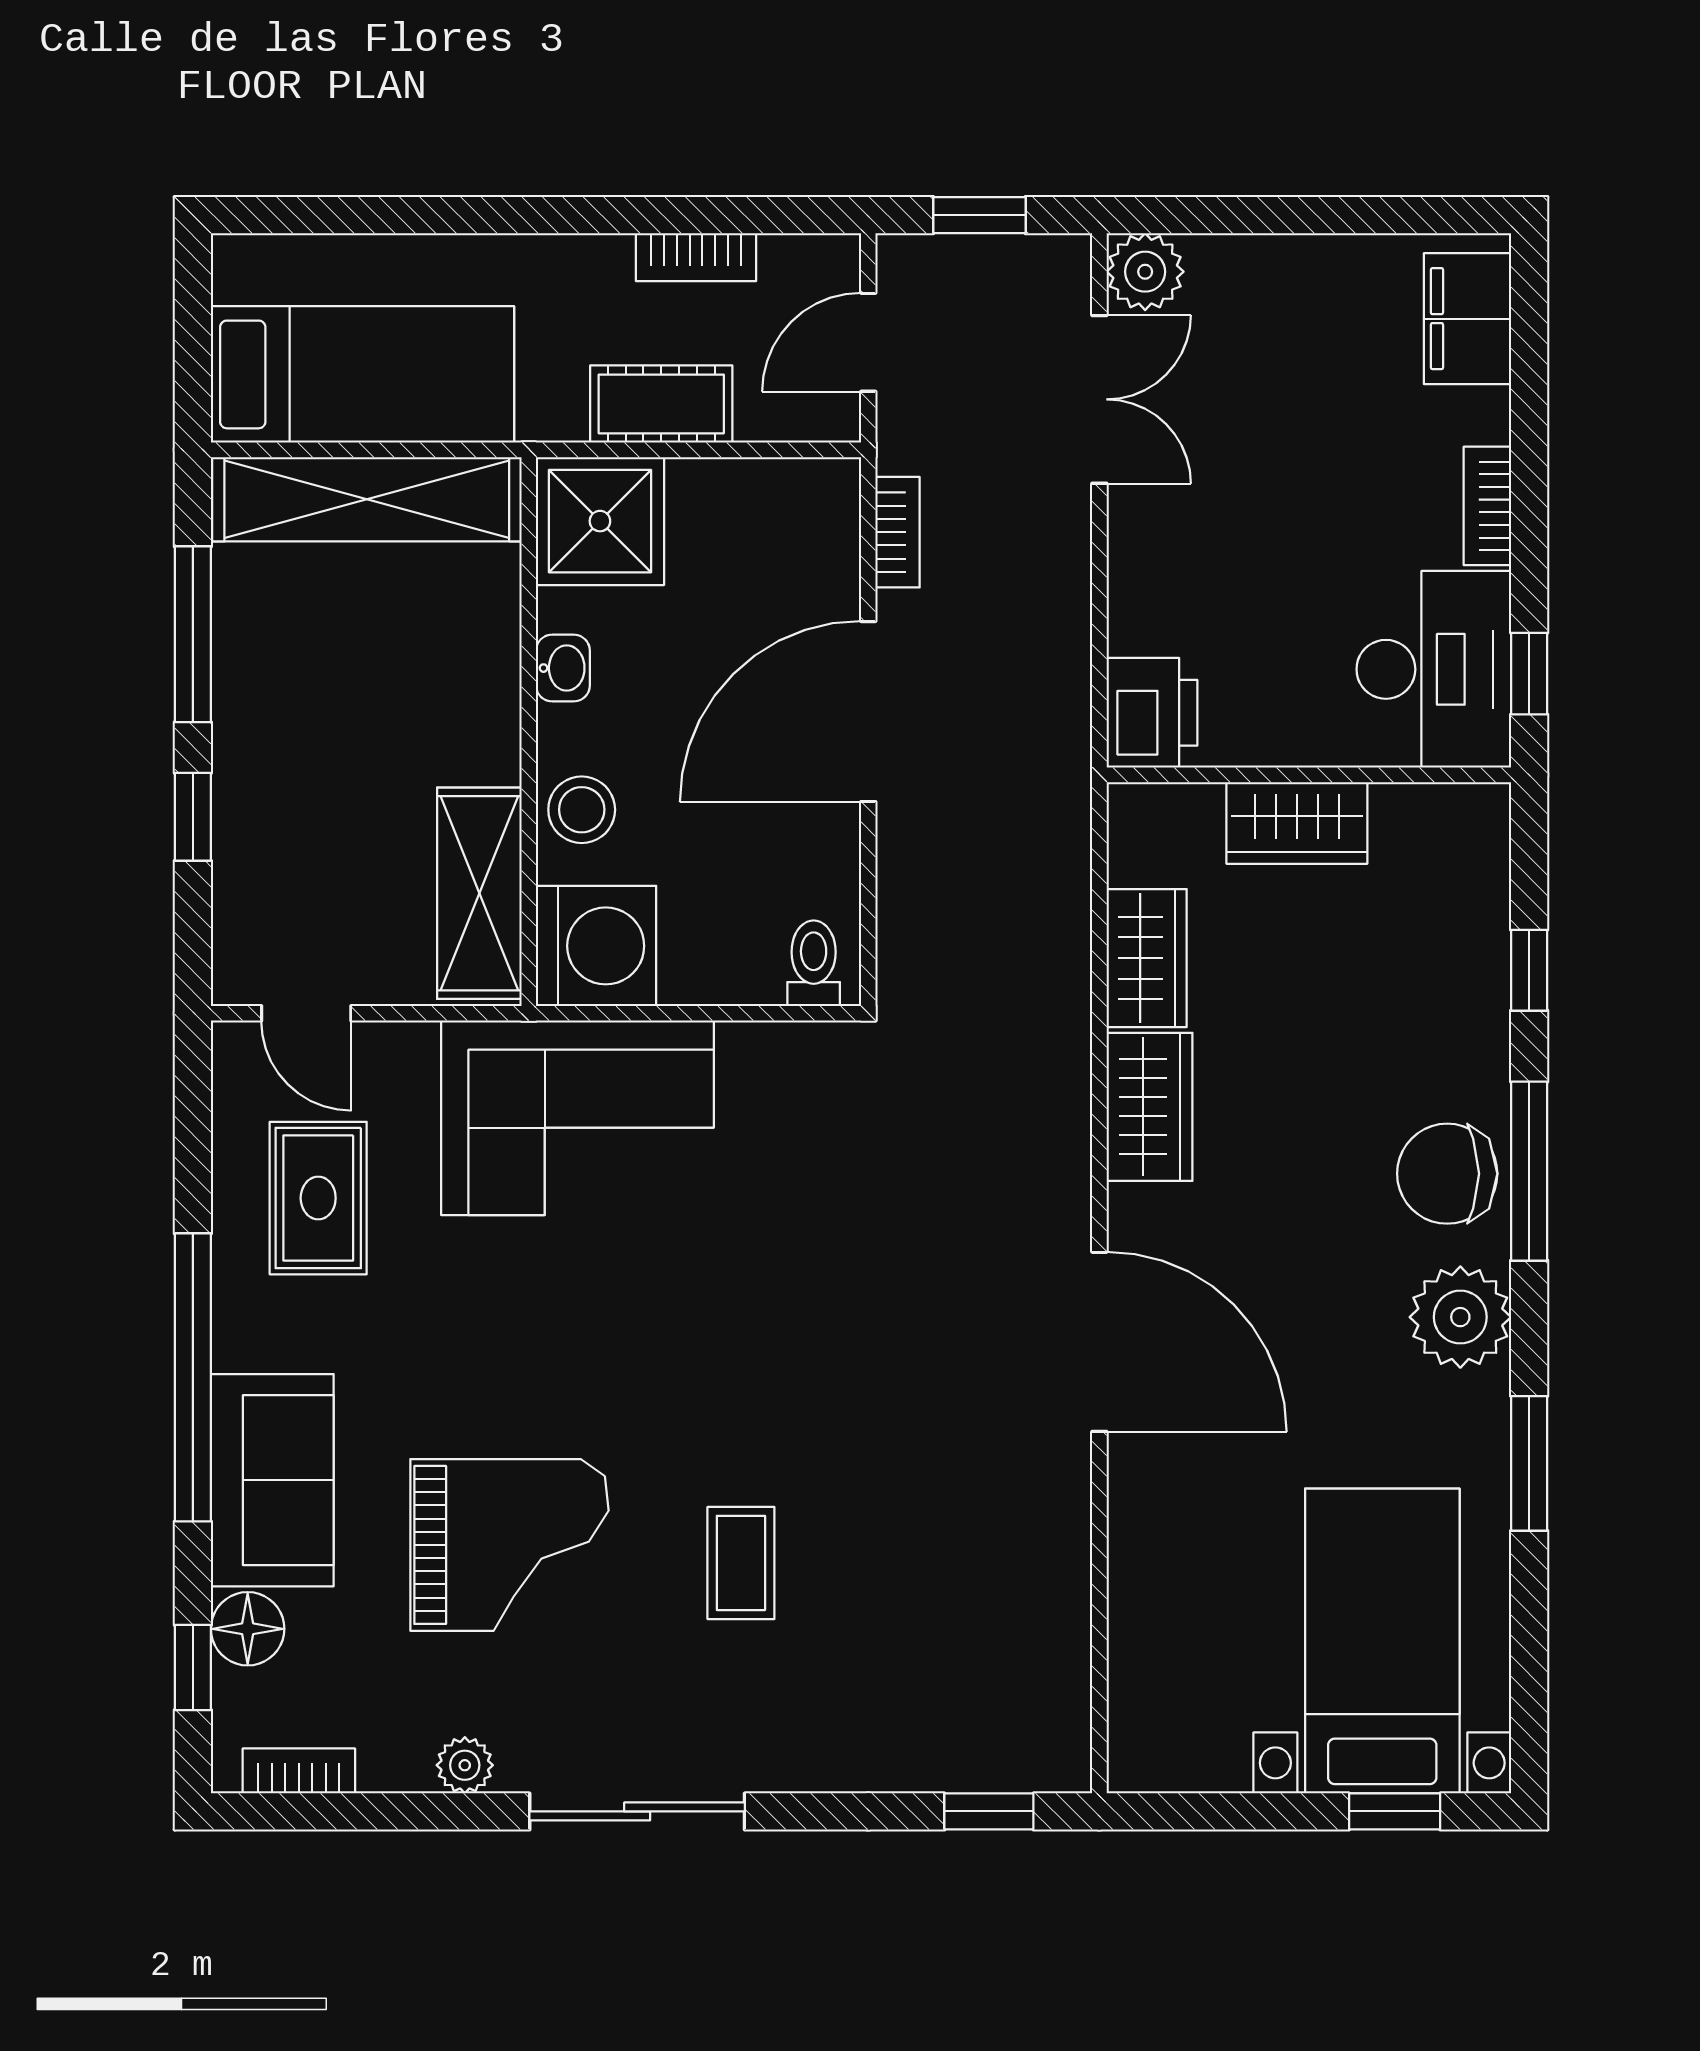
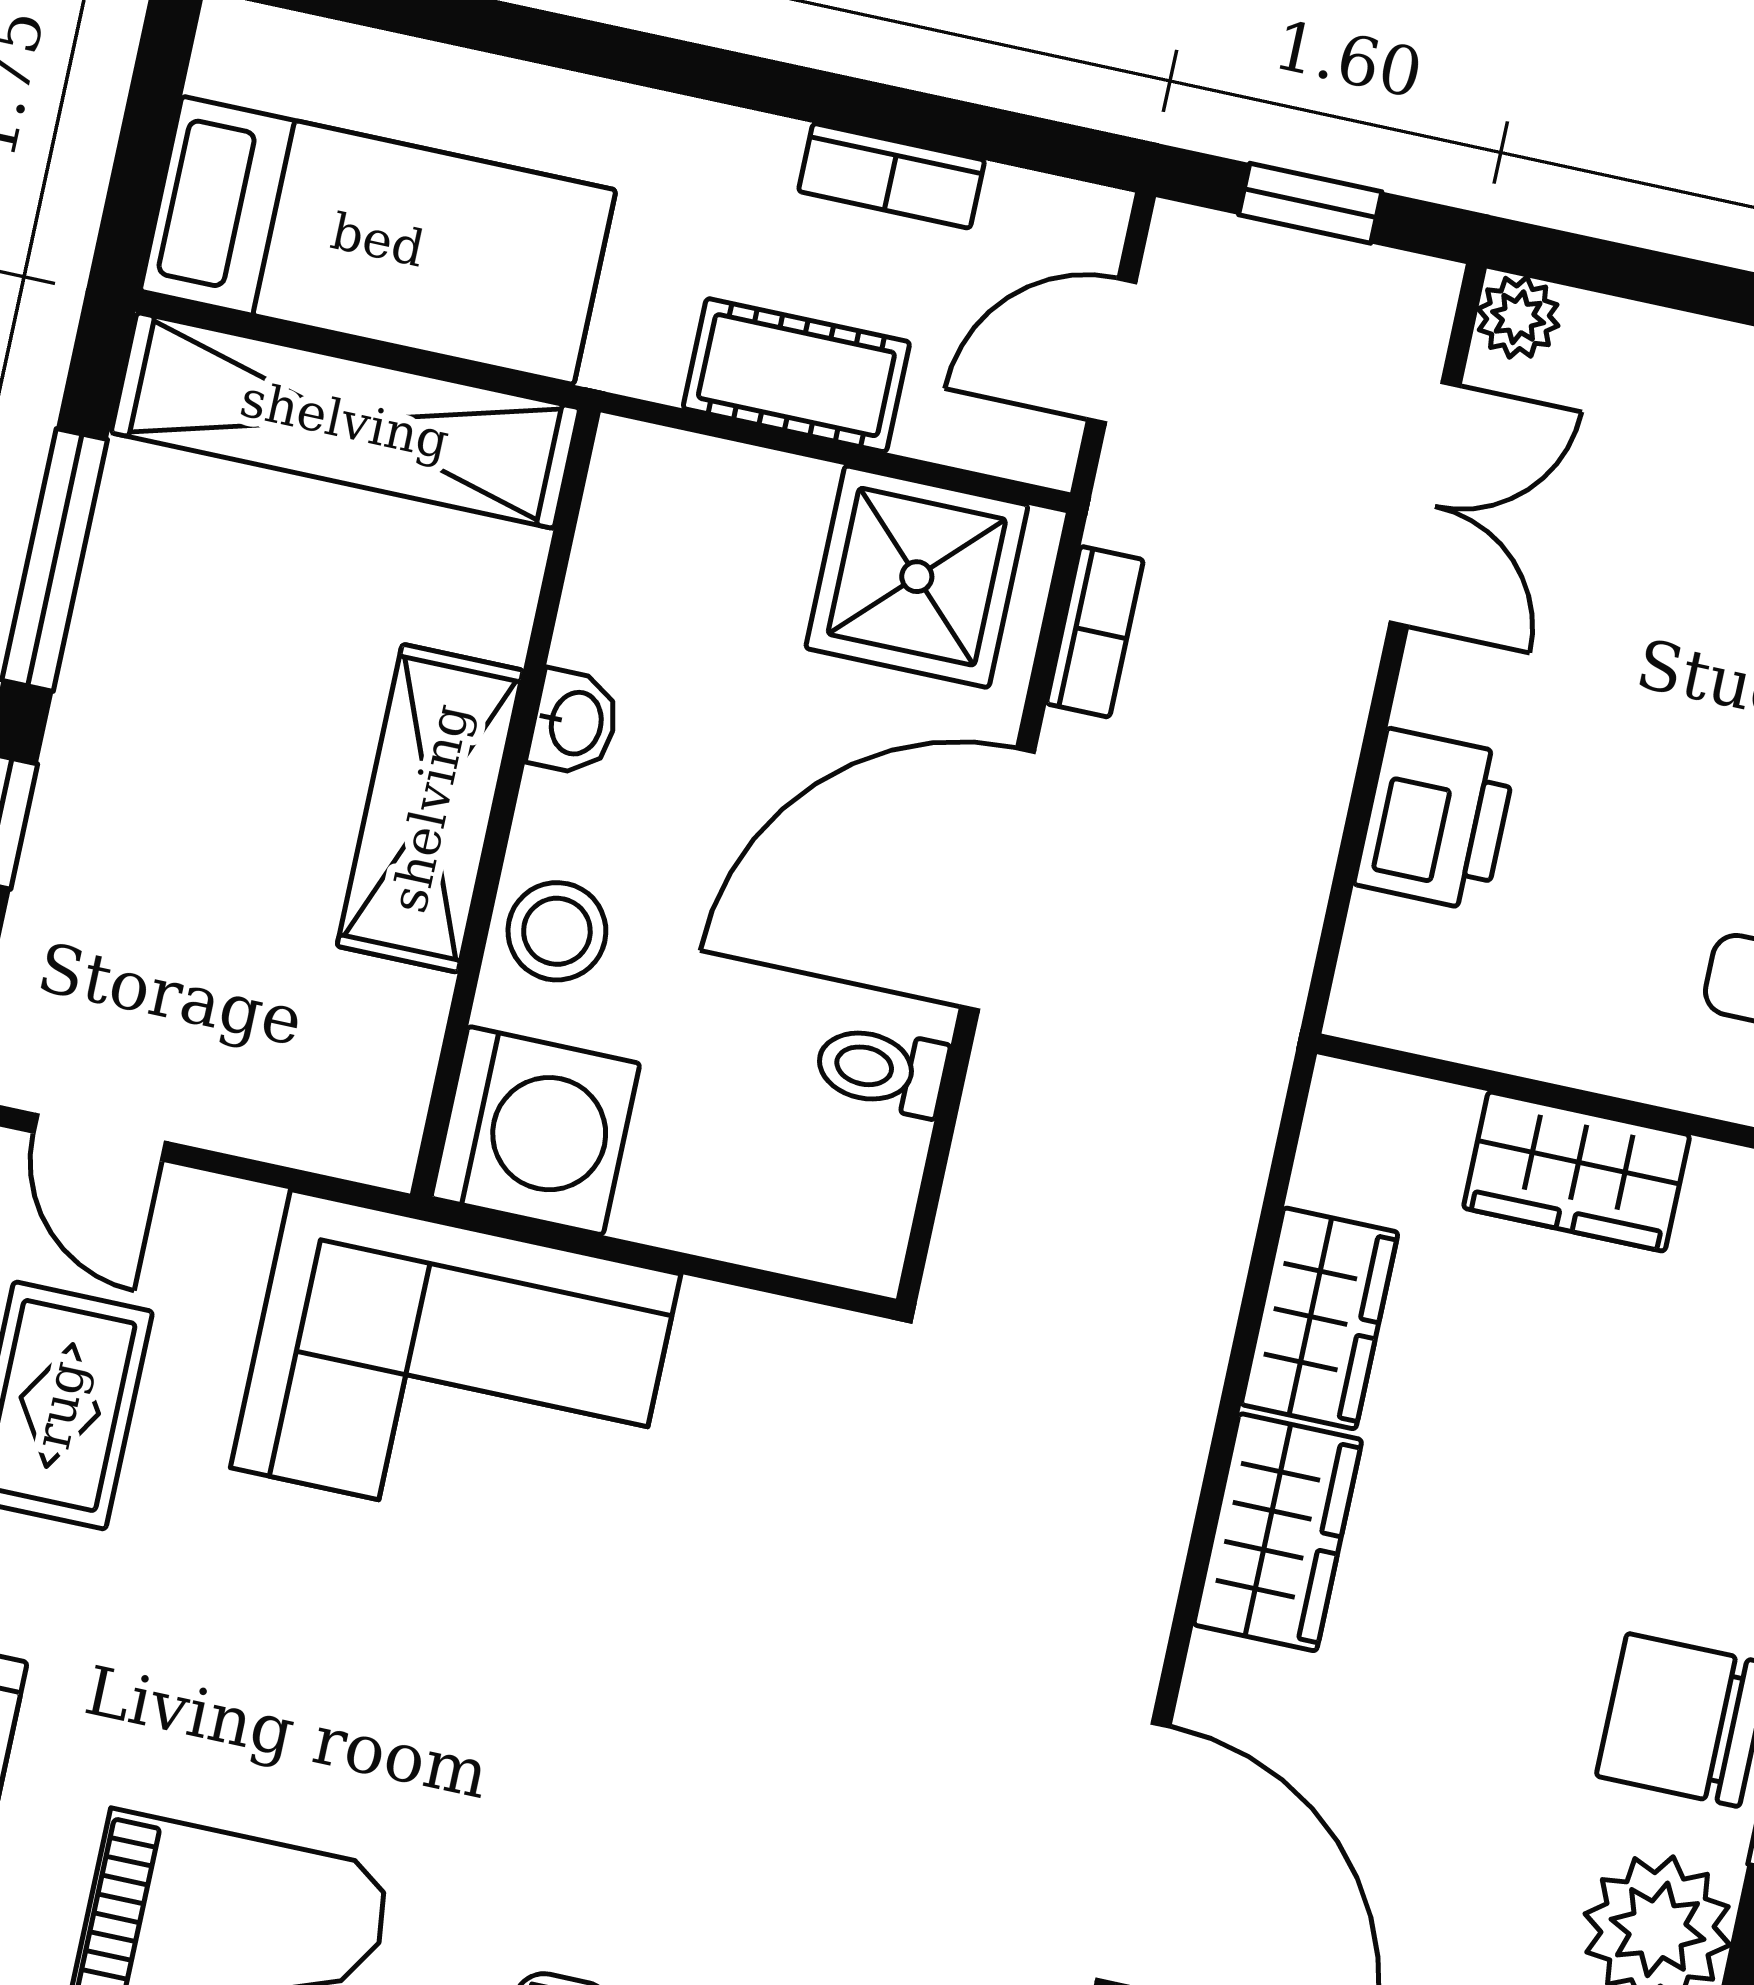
plant: (1145, 272) -> (1518, 317), width x0.73, depth x0.73
shower: (600, 521) -> (917, 577), moved
printer: (1152, 713) -> (1435, 820), moved
shelving: (479, 893) -> (430, 808), moved
toilet: (814, 963) -> (881, 1070), moved, turned -90

